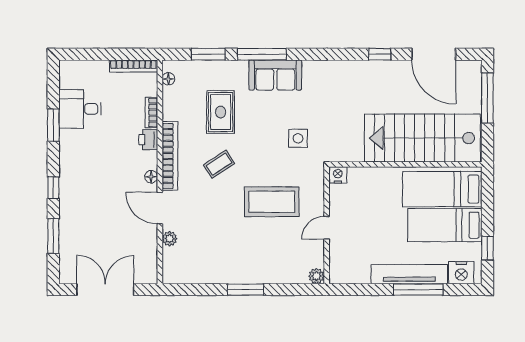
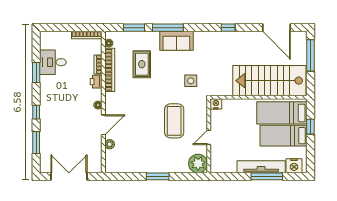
window: (380, 54) -> (228, 28), moved
bookcase: (170, 156) -> (110, 70), moved
coffee table: (219, 164) -> (141, 97), removed
coffee table: (272, 202) -> (174, 121), turned 90
door: (160, 208) -> (103, 125), swing flipped
window: (487, 248) -> (310, 127), moved
plant: (316, 276) -> (198, 163), width x1.88, depth x1.88

